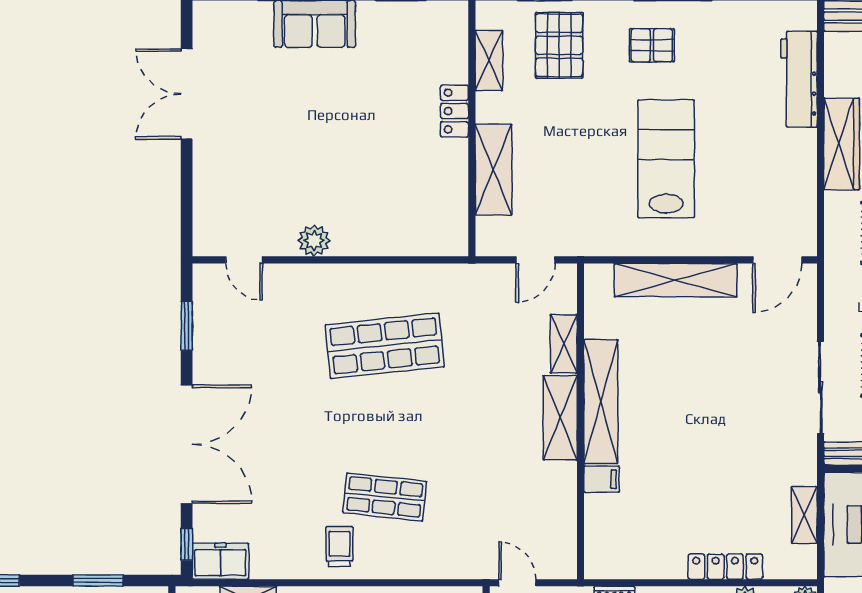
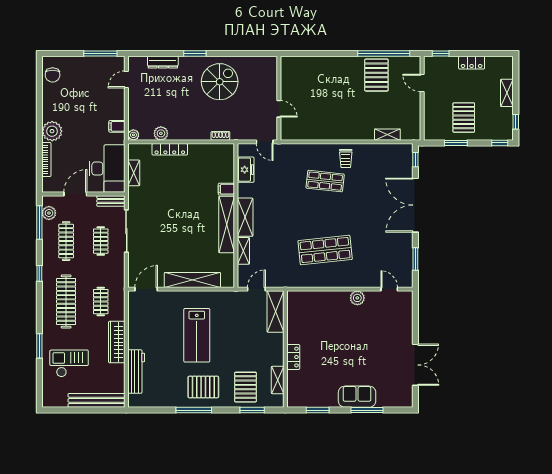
pallet: (652, 45) -> (203, 387), width x1.50, depth x1.42
shelving: (494, 170) -> (275, 312), moved
freezer: (220, 561) -> (246, 170), moved, turned -90

